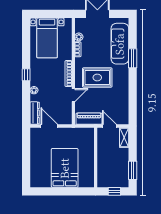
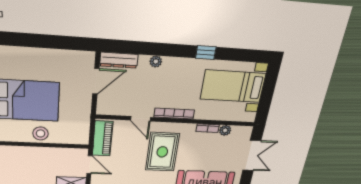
window: (26, 75) -> (206, 53), moved
door: (109, 126) -> (89, 165), hinge flipped
stool: (87, 159) -> (41, 133), added

